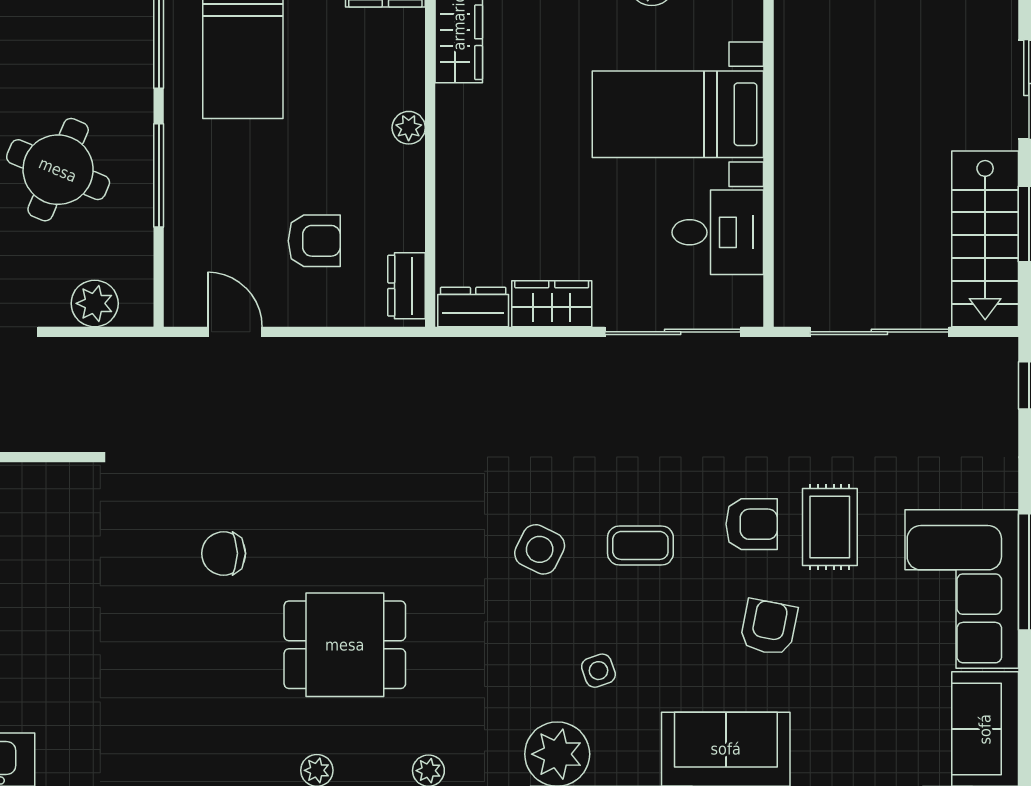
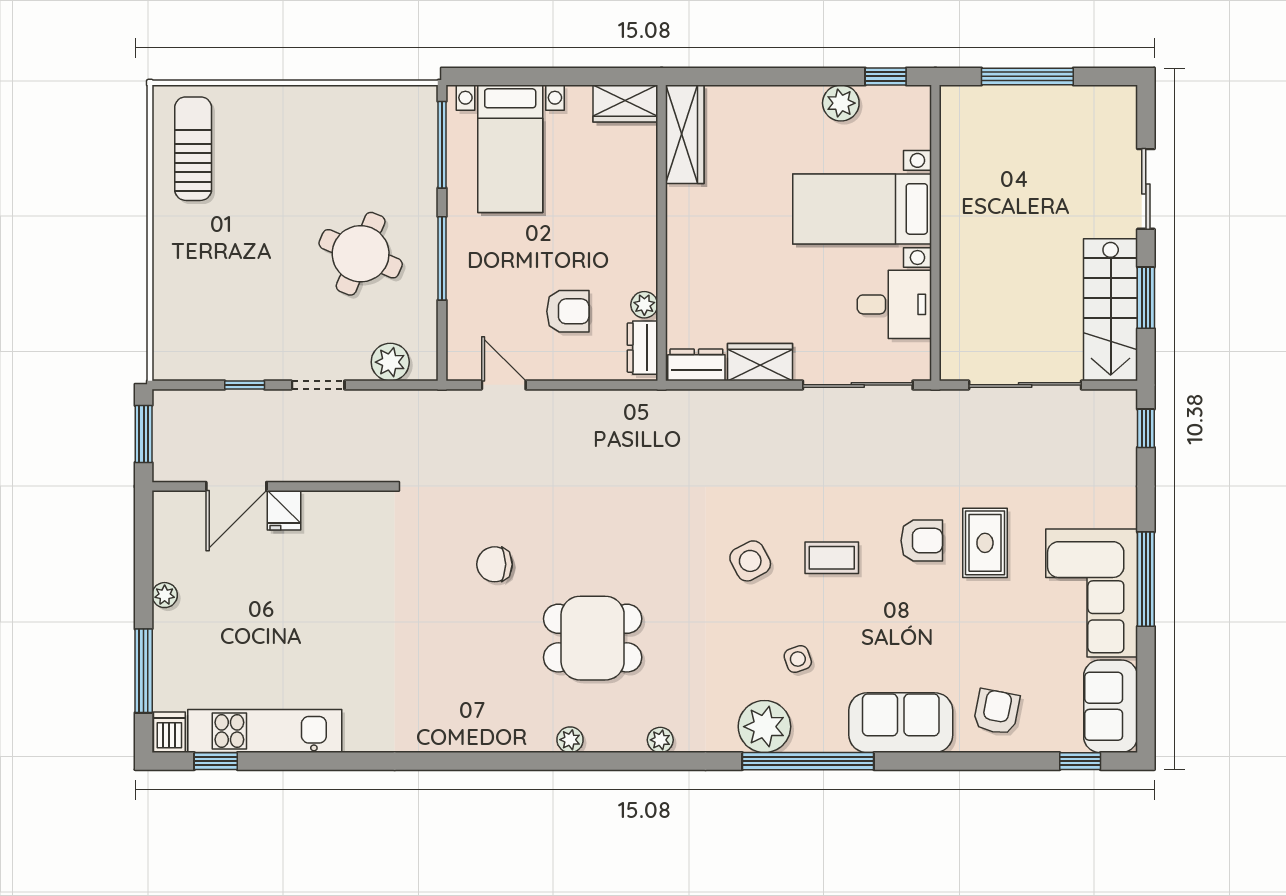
plant: (409, 128) -> (644, 305), moved
side table: (540, 549) -> (750, 561), turned 36
armchair: (769, 627) -> (996, 712), moved

